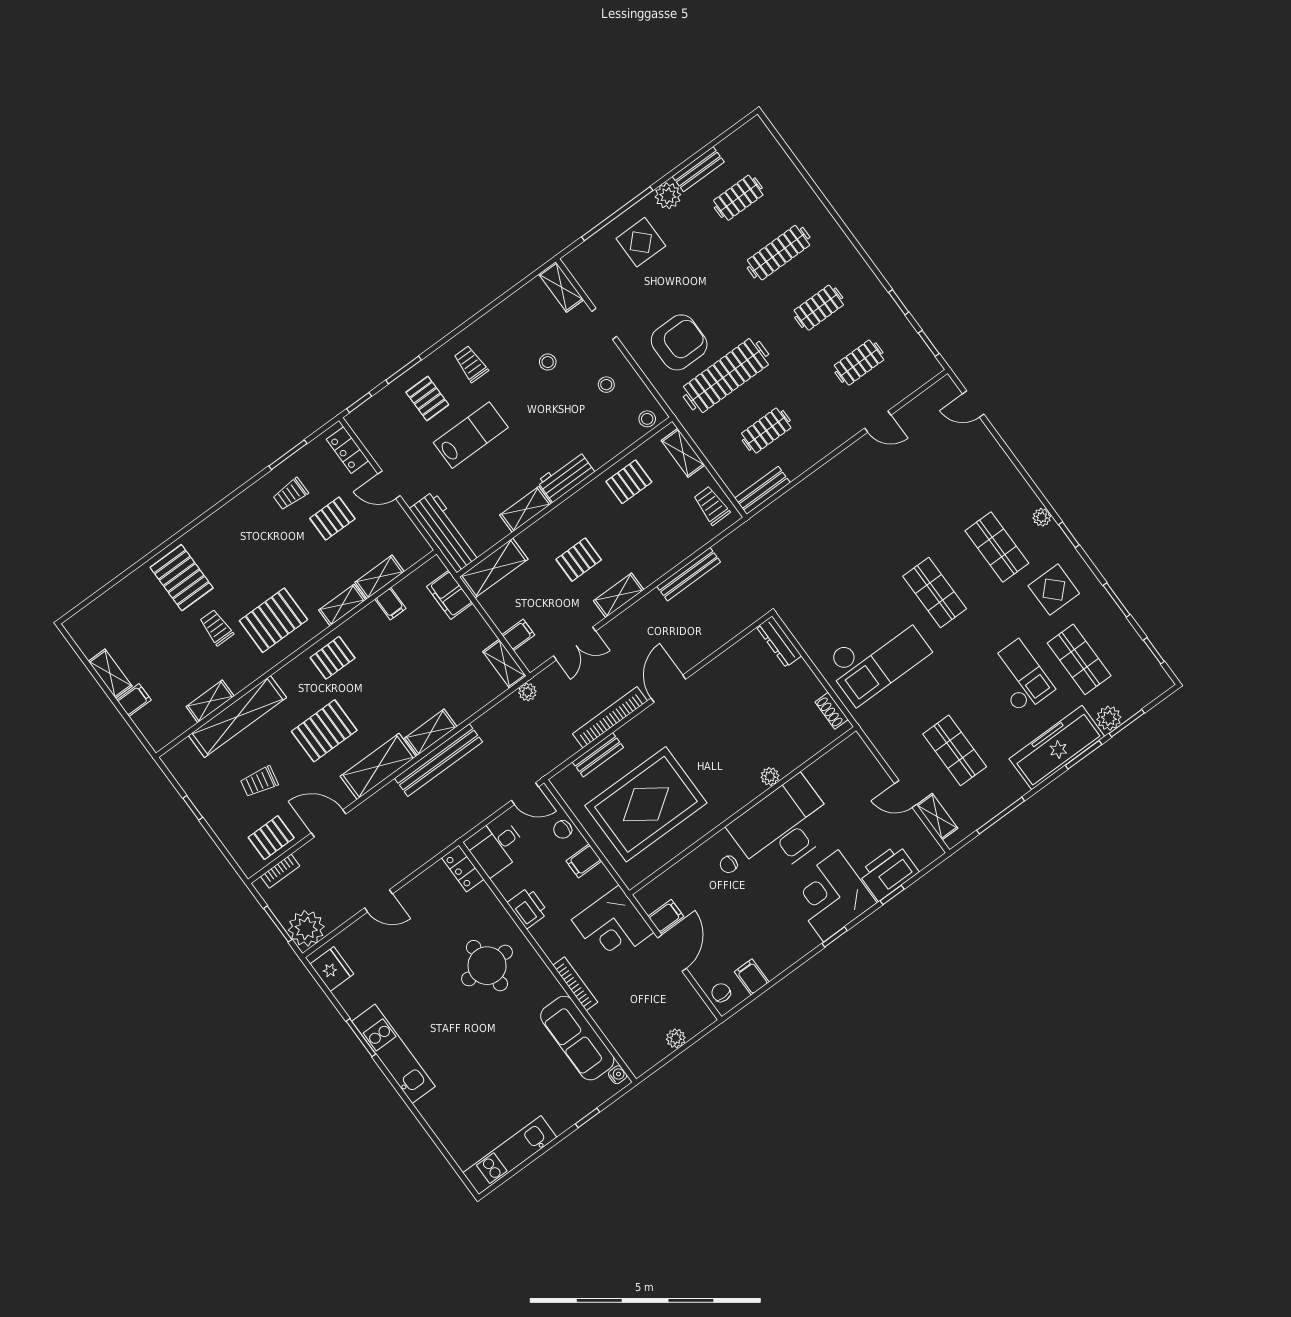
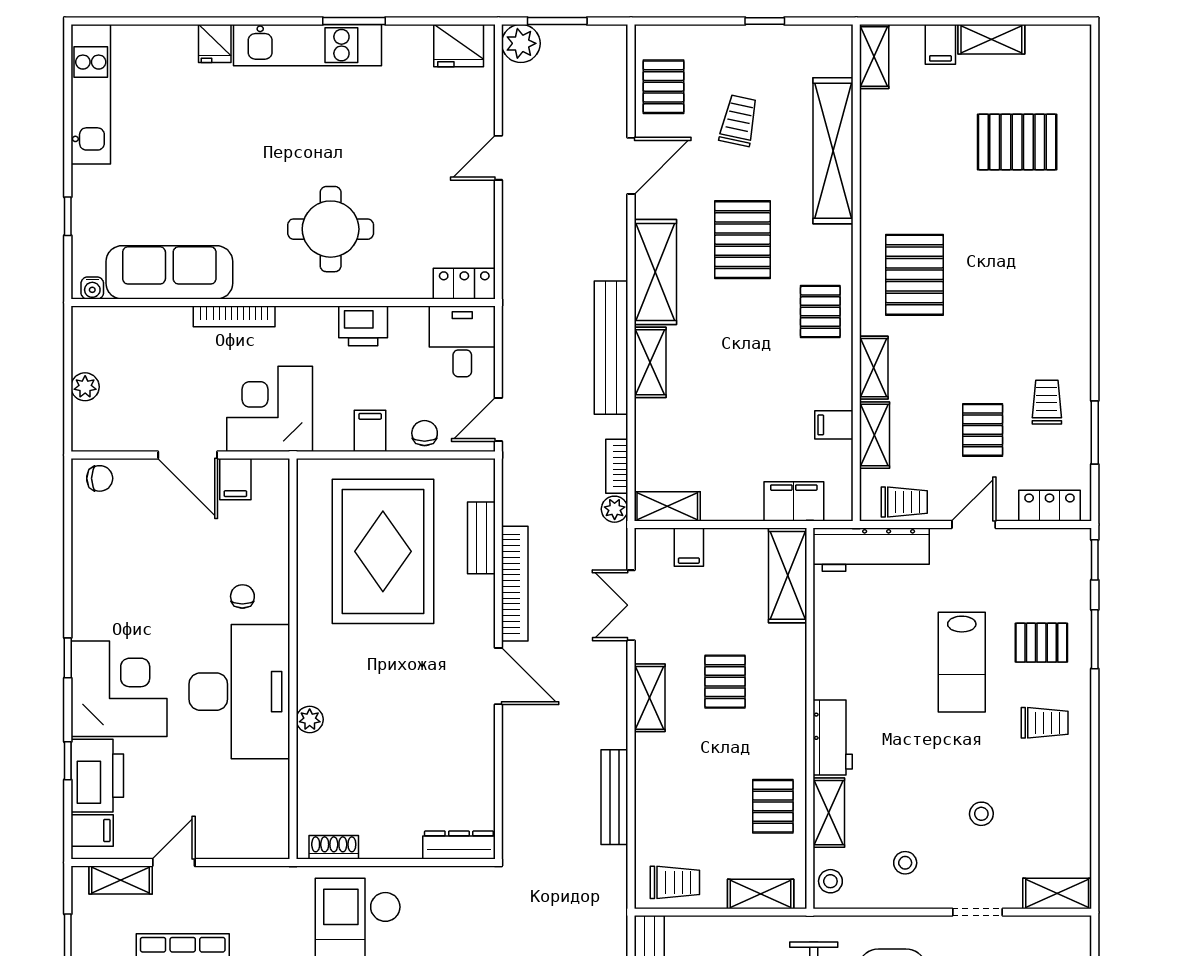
shelving: (525, 509) -> (829, 813), moved
pallet: (182, 578) -> (1017, 142), moved
trolley: (216, 628) -> (904, 502), moved
shelving: (210, 701) -> (874, 56), moved
bookcase: (280, 871) -> (617, 466), moved
plant: (306, 928) -> (521, 43), width x0.73, depth x0.73
filing cabinet: (752, 977) -> (92, 830), moved
fridge: (431, 1106) -> (215, 43), added

